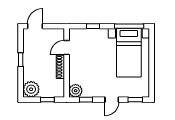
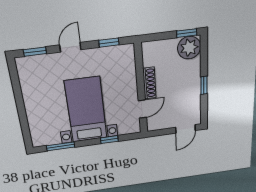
window: (129, 26) -> (61, 146), width x0.69
bed with nightstands: (129, 53) -> (86, 110), moved
plant: (76, 91) -> (125, 54), removed
window: (47, 100) -> (187, 33), moved

